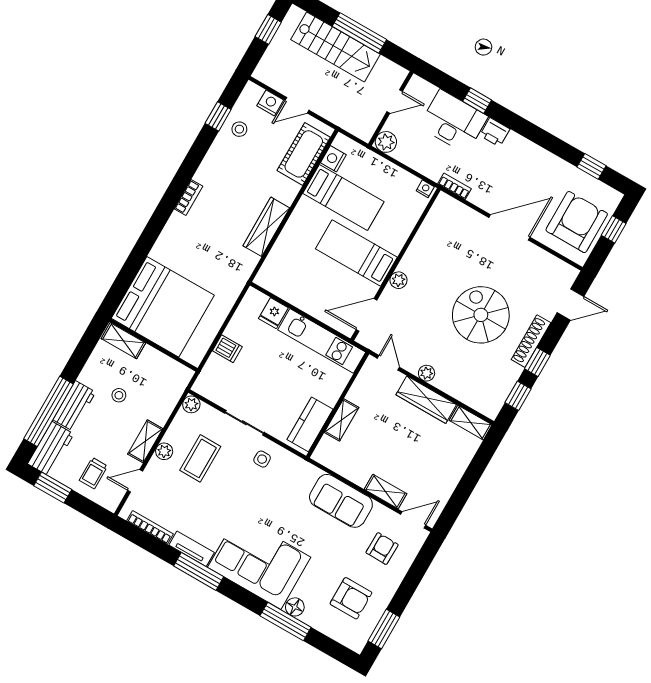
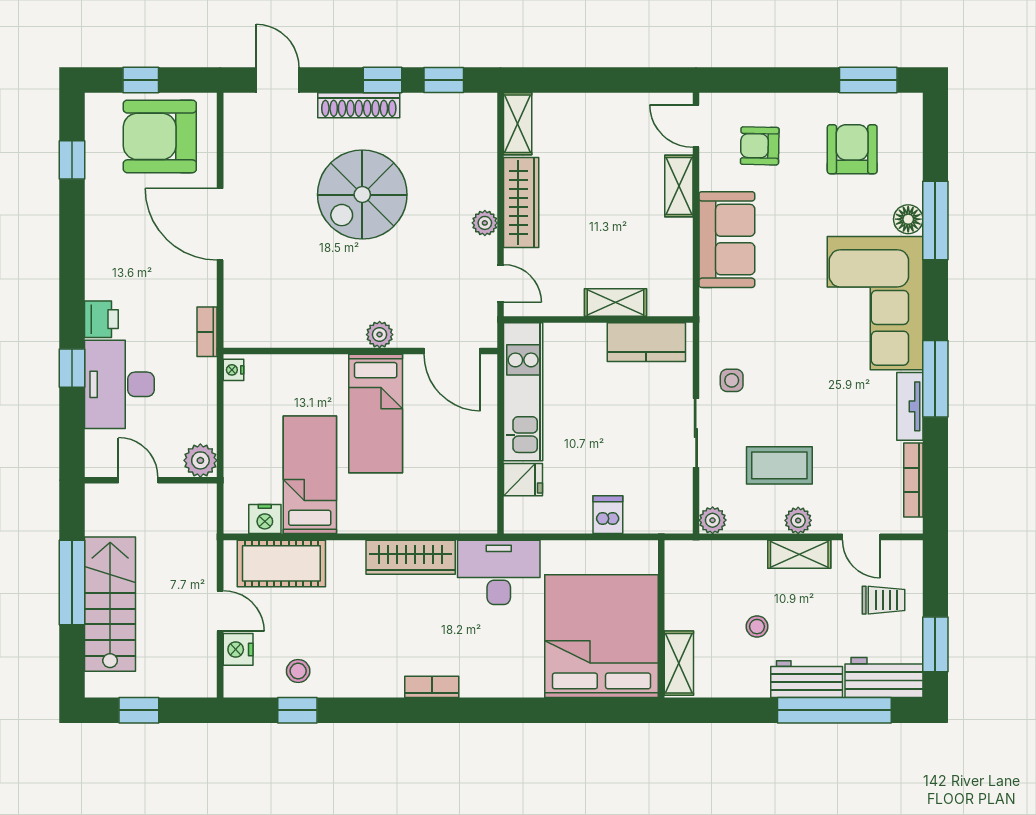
desk: (230, 270) -> (499, 572), added
door: (388, 363) -> (501, 283), swing flipped

